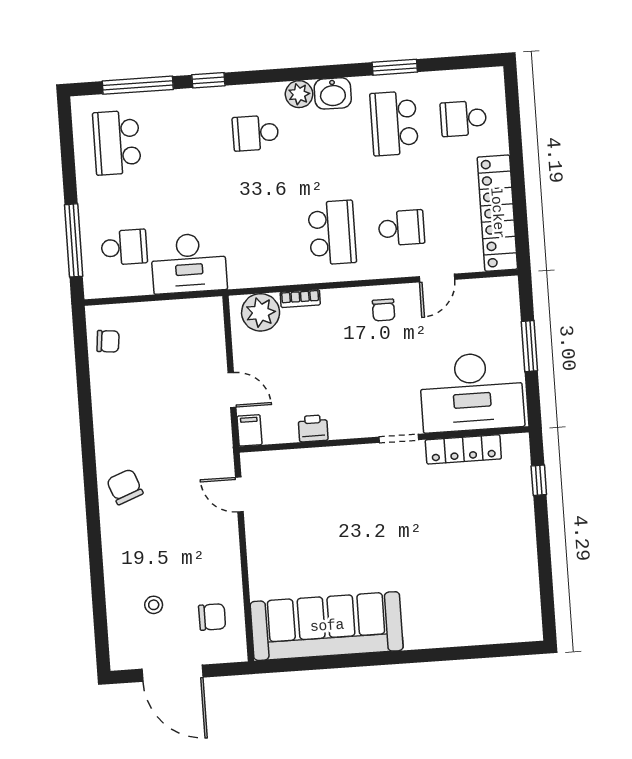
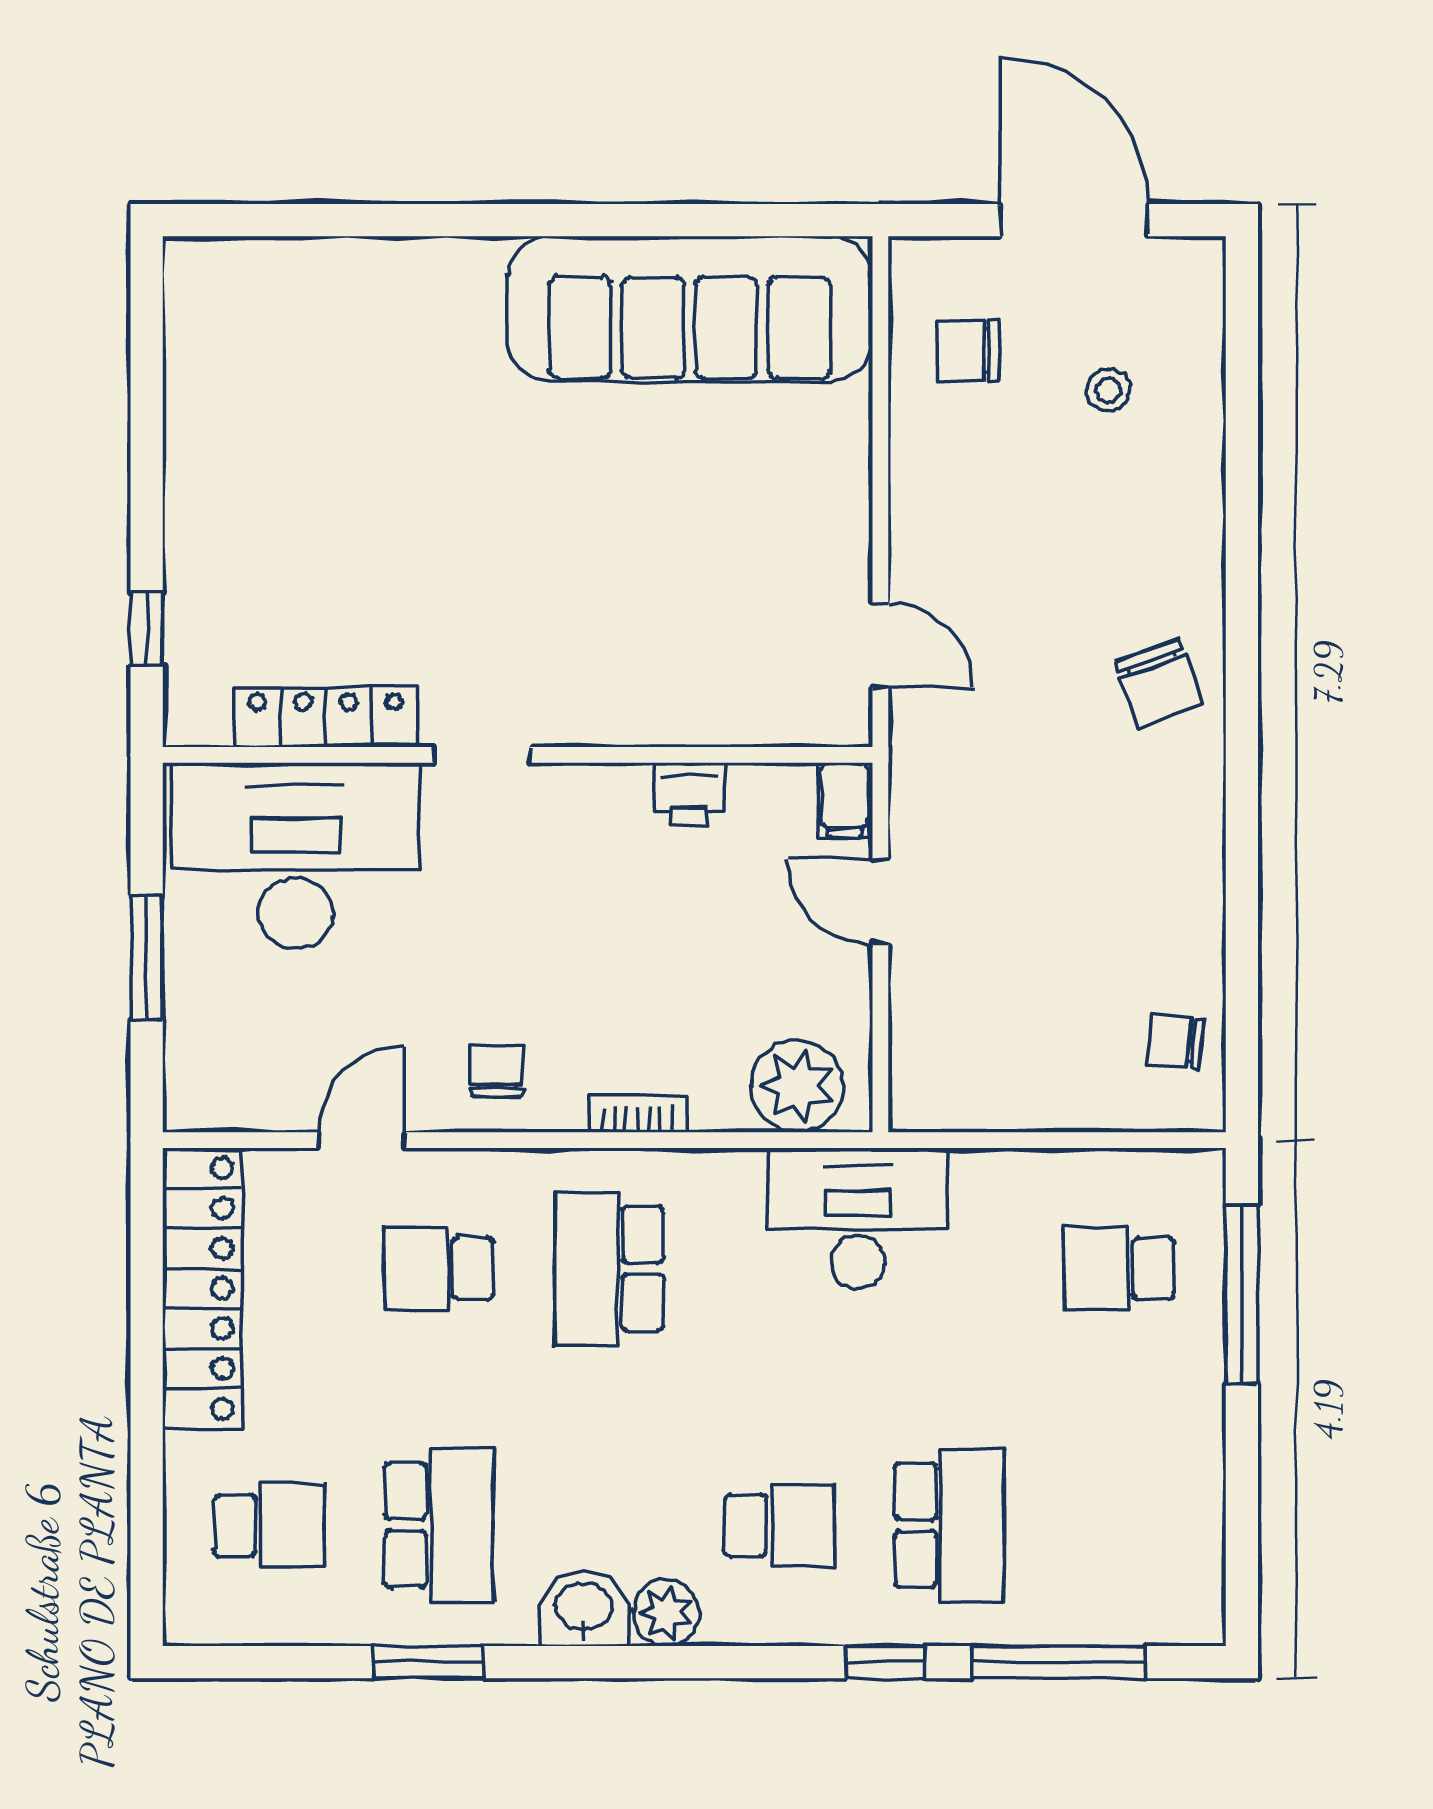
school desk: (117, 143) -> (949, 1525), moved
desk: (189, 263) -> (858, 1219), moved
bookcase: (300, 299) -> (638, 1113), moved

